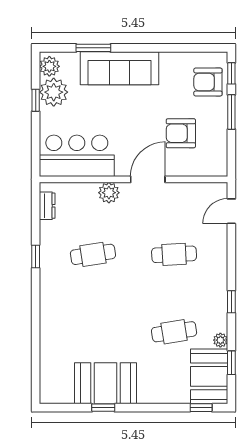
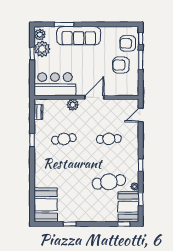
armchair: (181, 133) -> (121, 65), moved
cafe table: (174, 332) -> (109, 182), width x1.37, depth x1.35
booth: (105, 383) -> (46, 205), moved, turned 90

